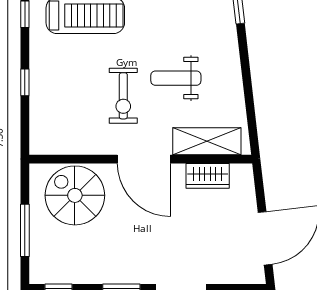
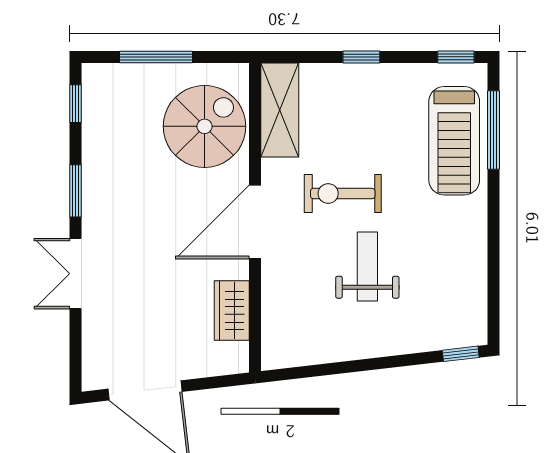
shelving: (207, 141) -> (280, 110), moved

